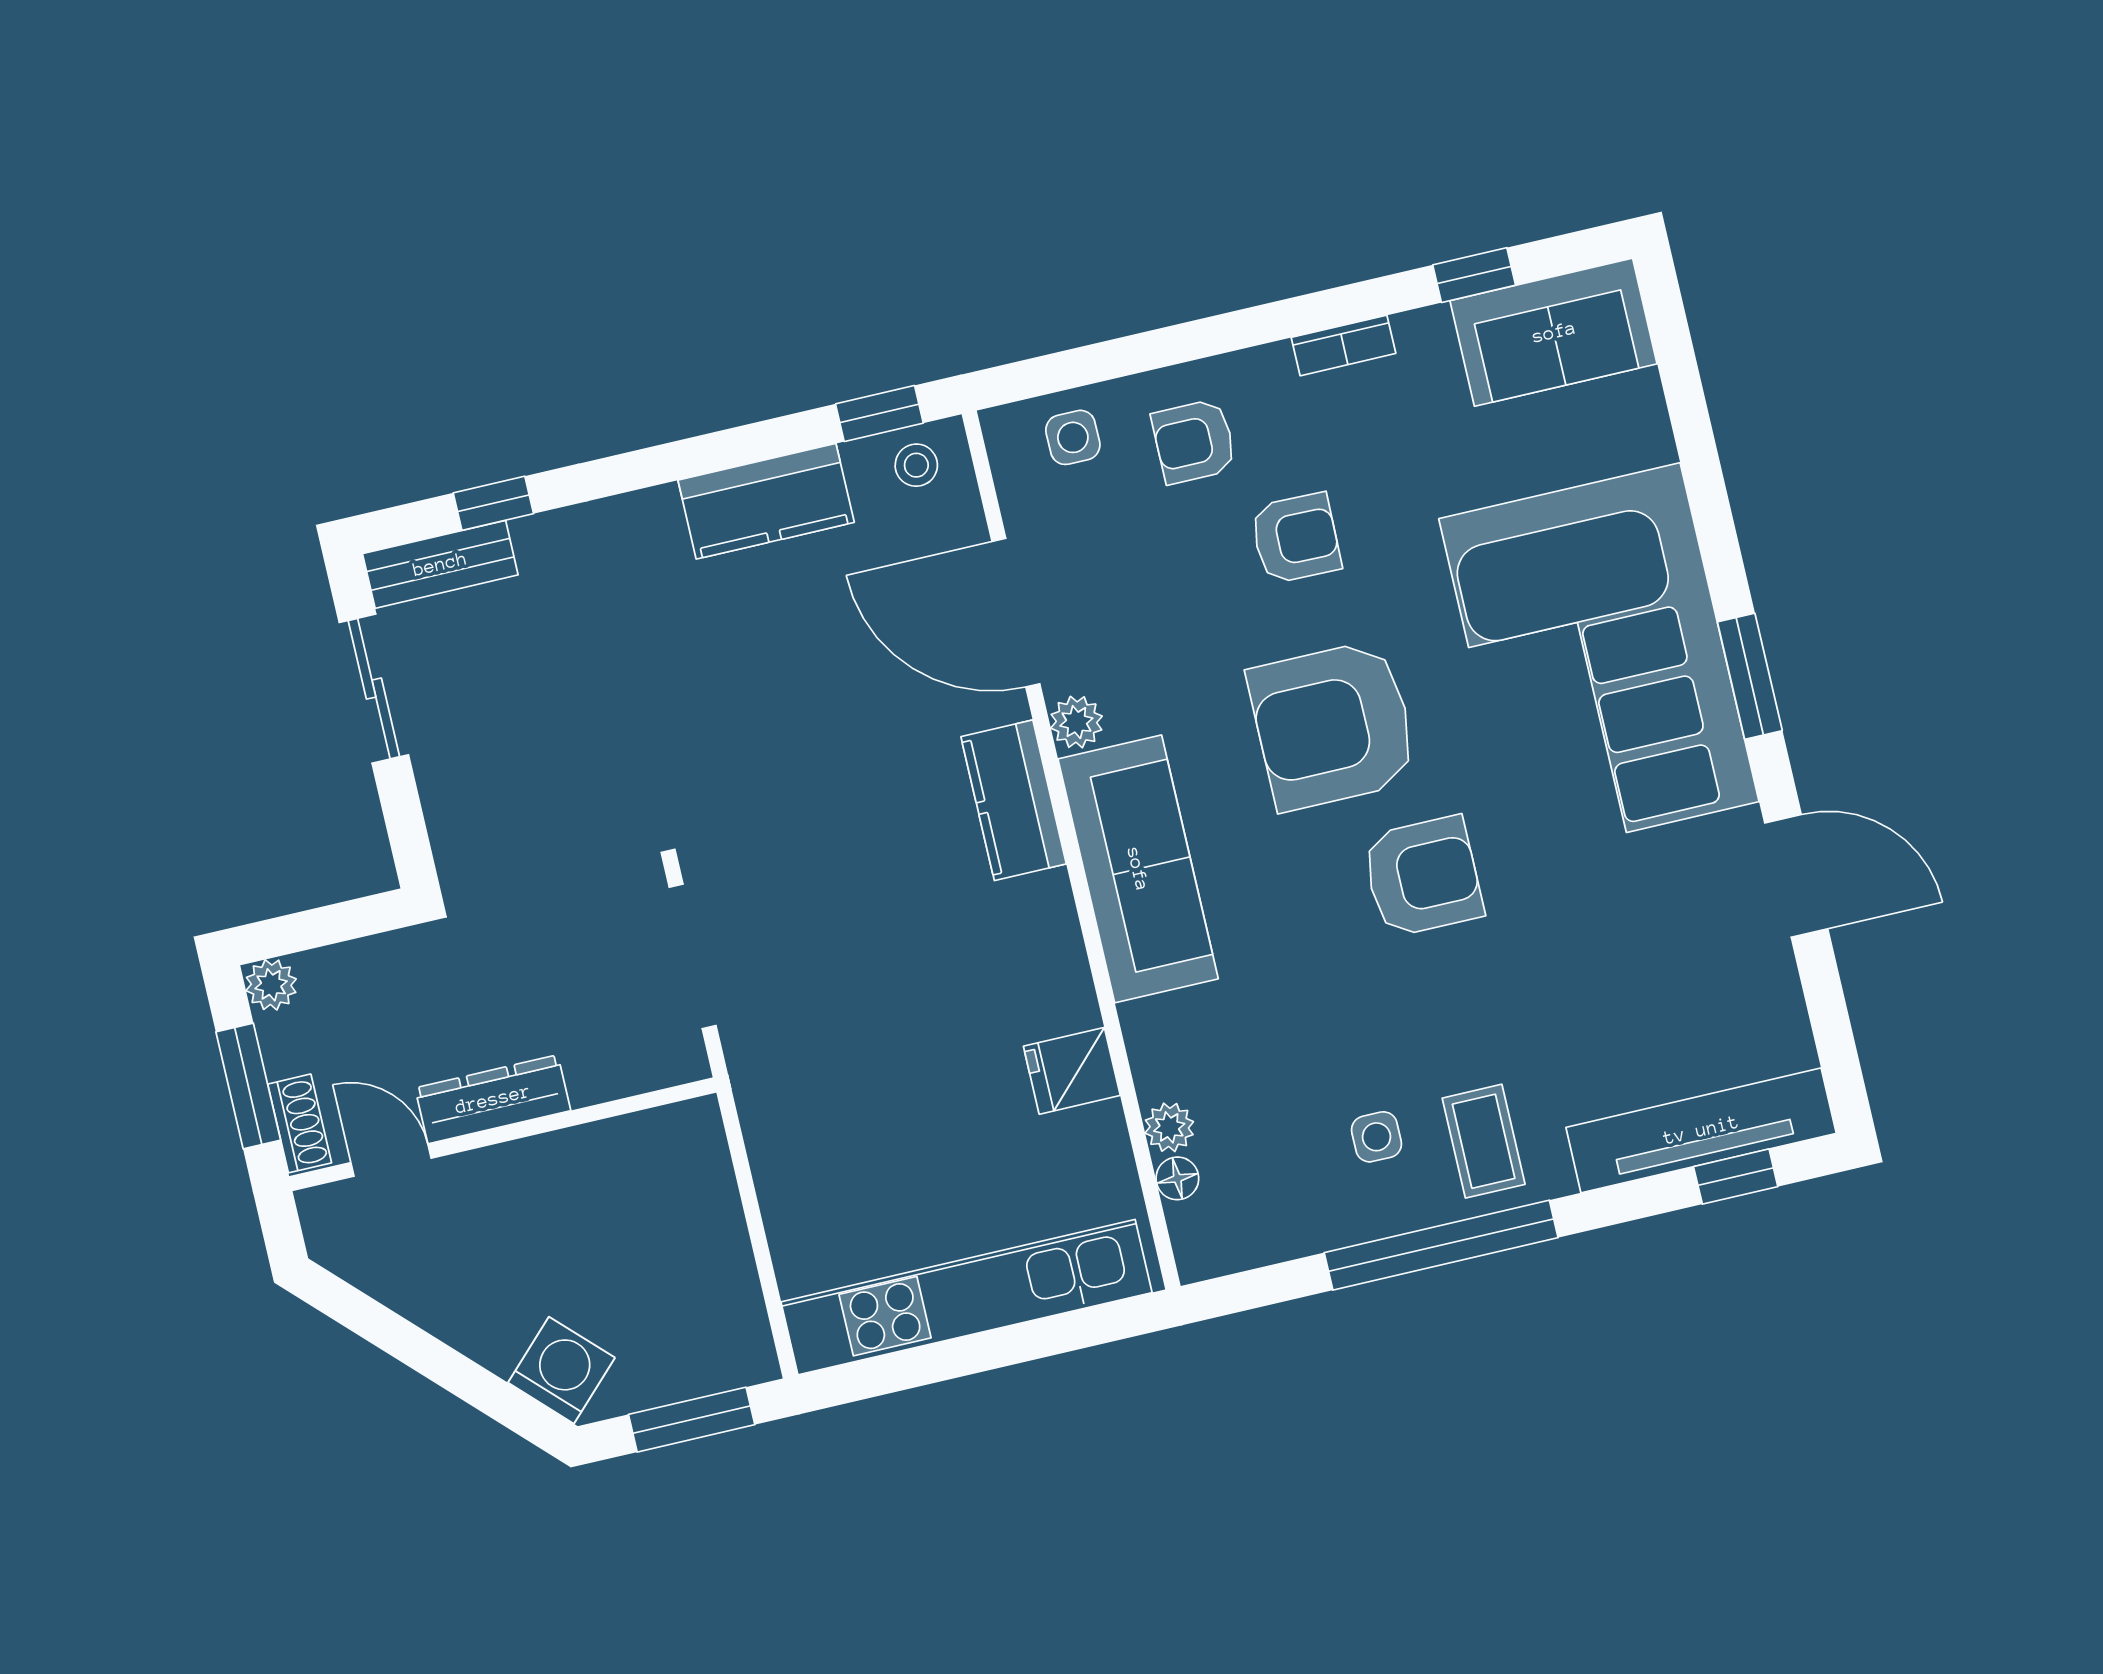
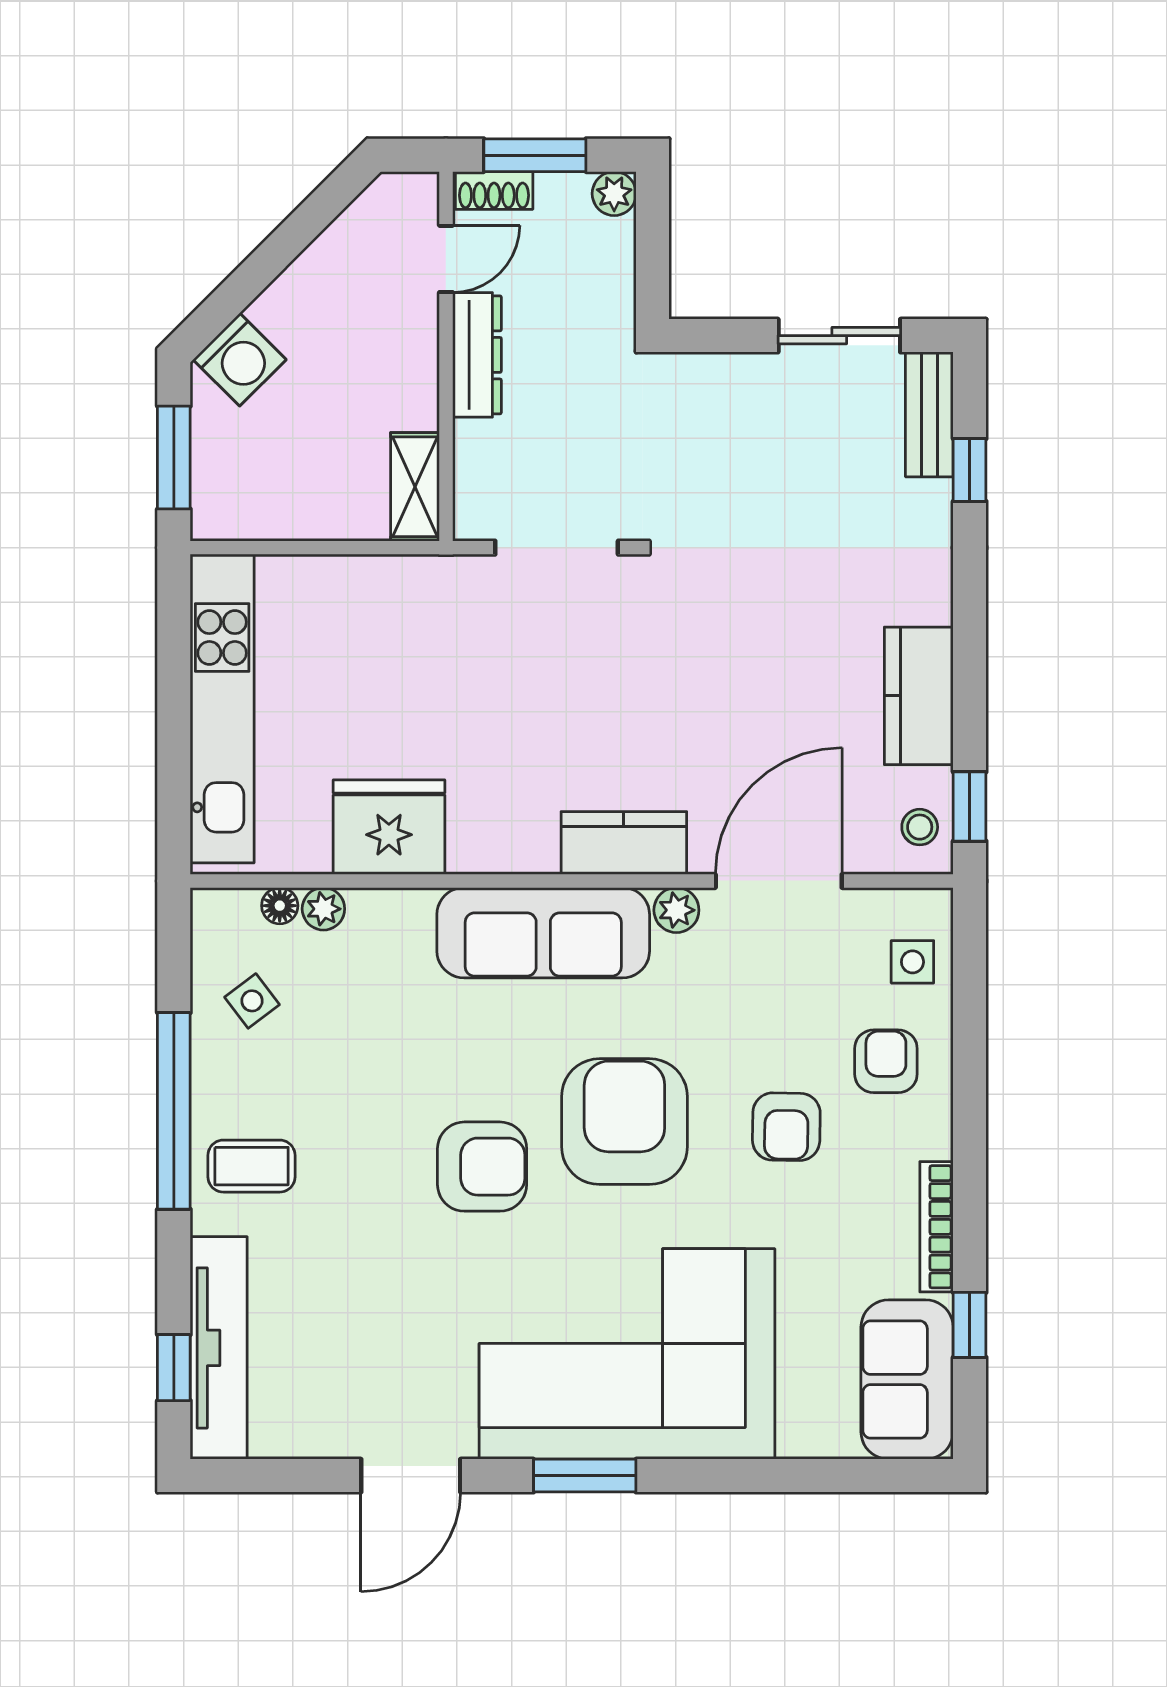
bookcase: (1344, 345) -> (936, 1227), width x1.56
armchair: (1423, 877) -> (482, 1167), turned -90
fridge: (1072, 1071) -> (389, 827), width x1.88, depth x1.34
shelving: (661, 1135) -> (415, 487), added
side table: (1376, 1137) -> (252, 1001), moved, turned -37

